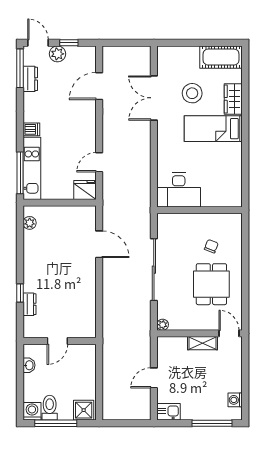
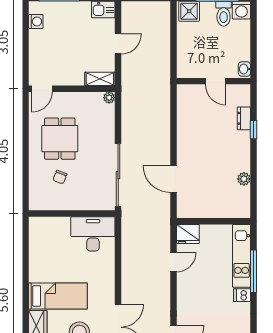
window: (20, 173) -> (254, 271), moved
plant: (30, 223) -> (244, 179), moved
sliding door: (154, 270) -> (118, 175), moved
door: (229, 333) -> (42, 89), hinge flipped
door: (57, 341) -> (216, 81), swing flipped
shelving: (203, 343) -> (100, 79), moved
washbasin: (29, 365) -> (244, 69), moved

